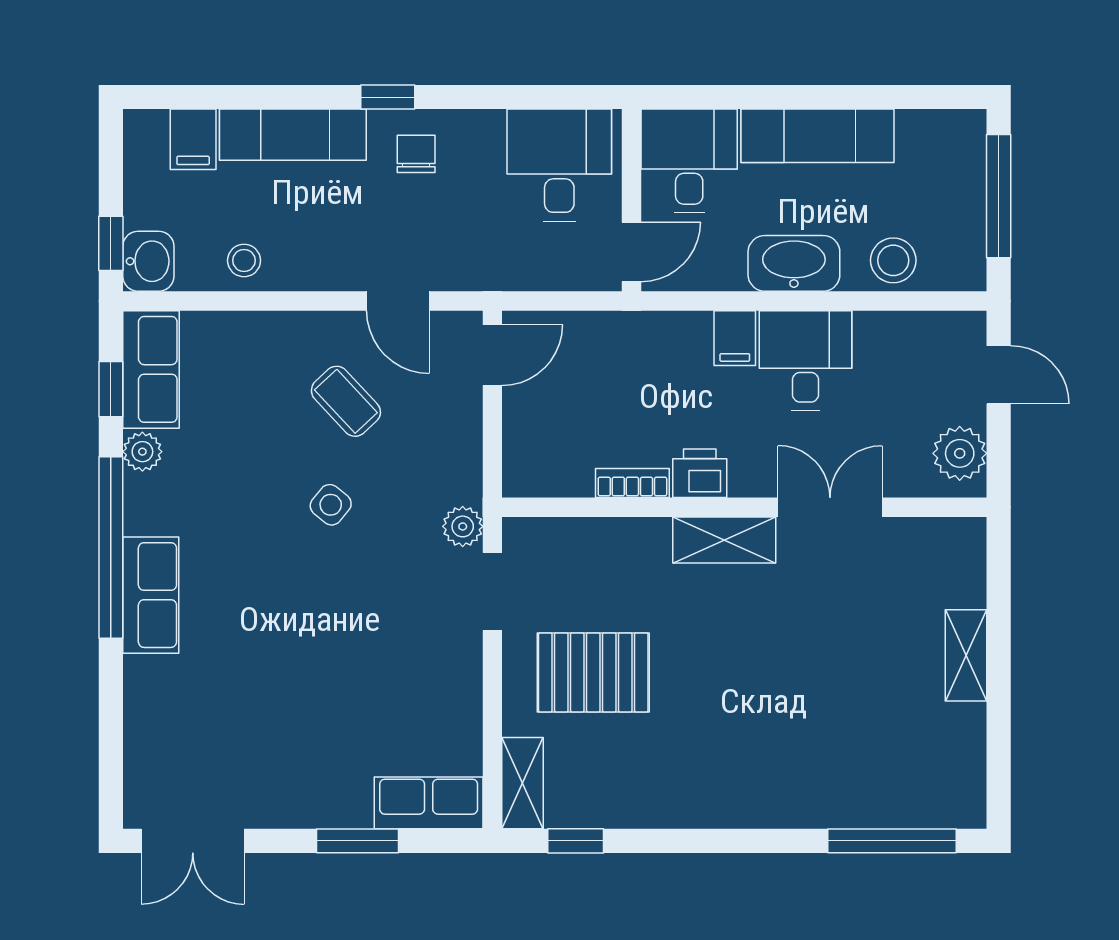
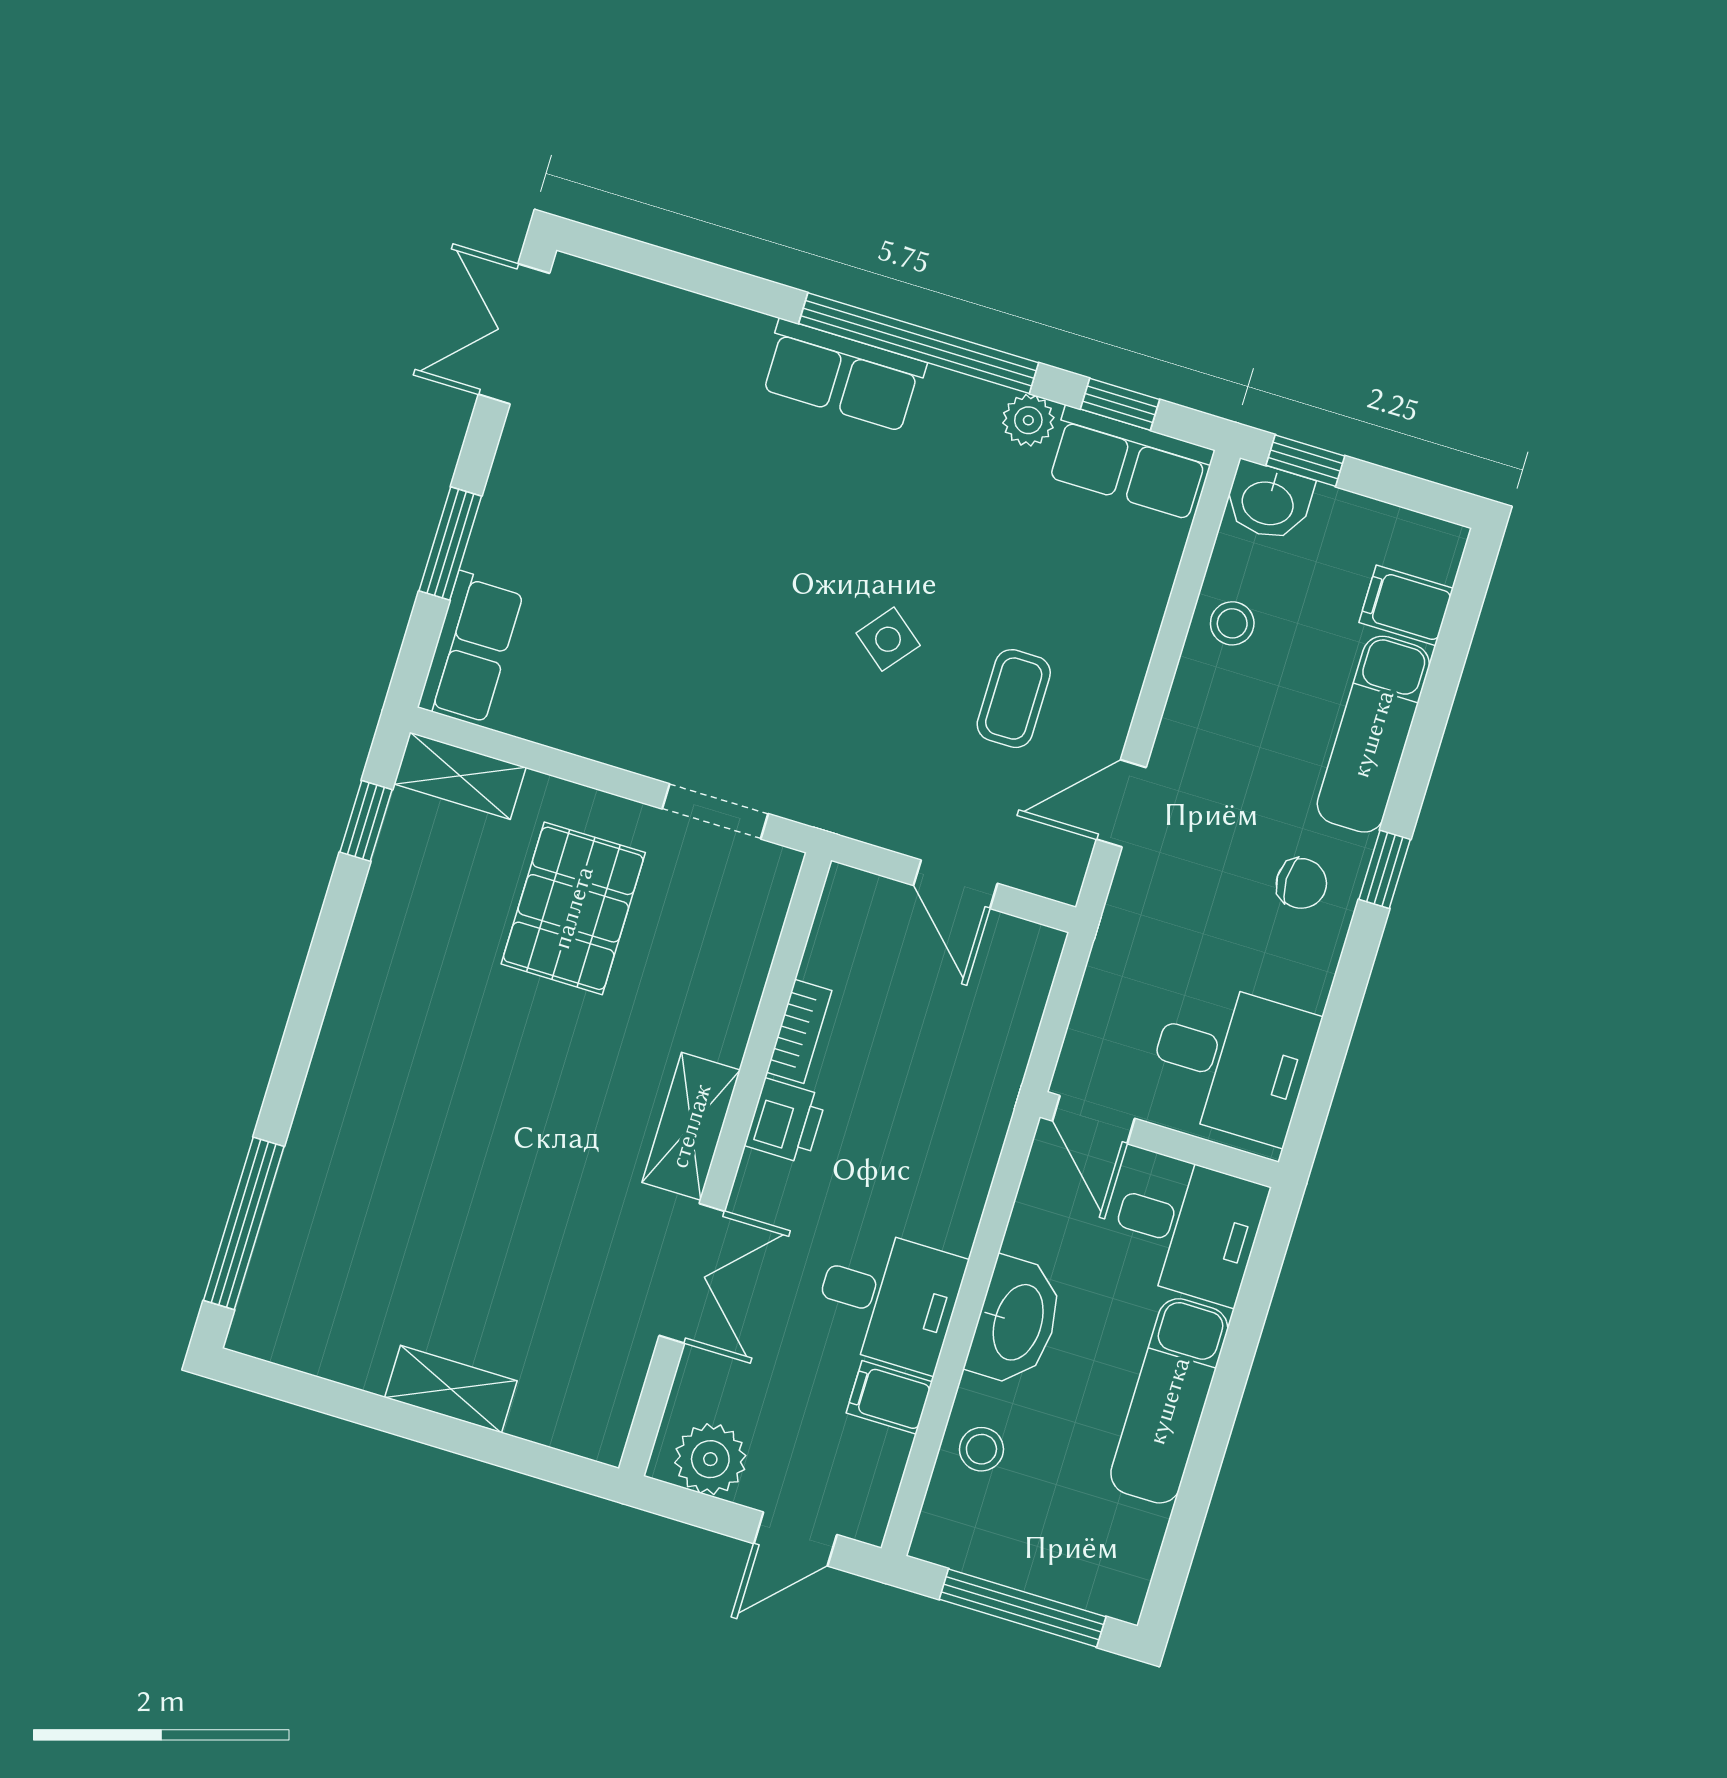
stool: (893, 260) -> (981, 1449), width x0.73, depth x0.73
filing cabinet: (735, 338) -> (889, 1397), moved
door: (492, 355) -> (955, 884), moved
coffee table: (346, 401) -> (1014, 699), turned -47
plant: (463, 526) -> (809, 799), removed

